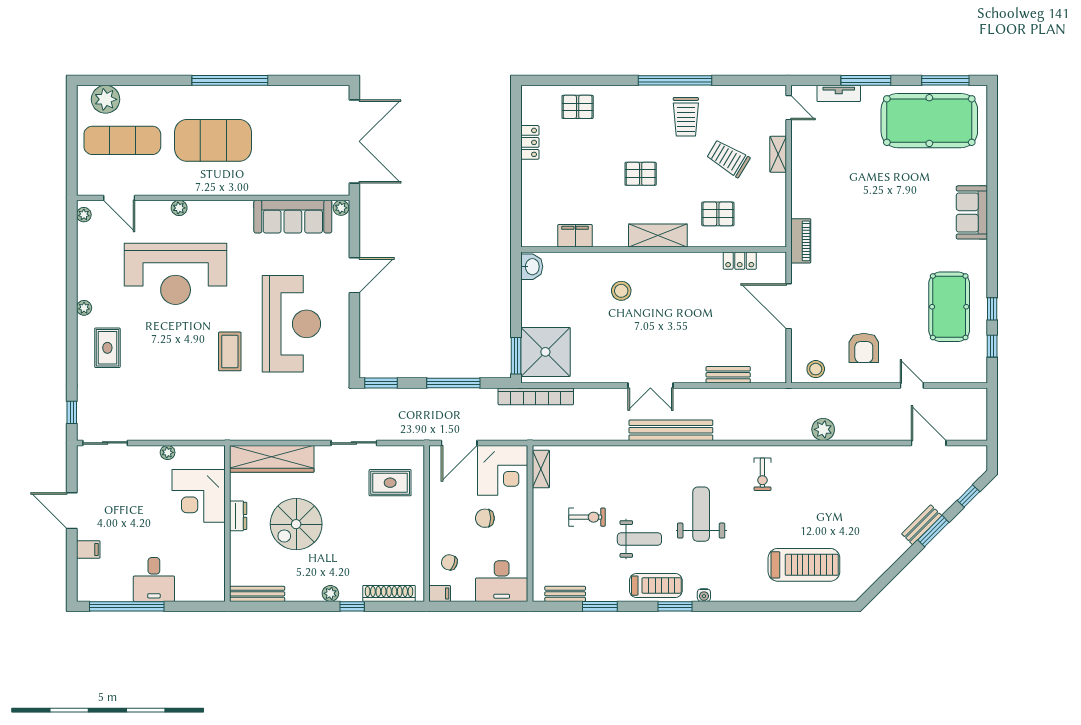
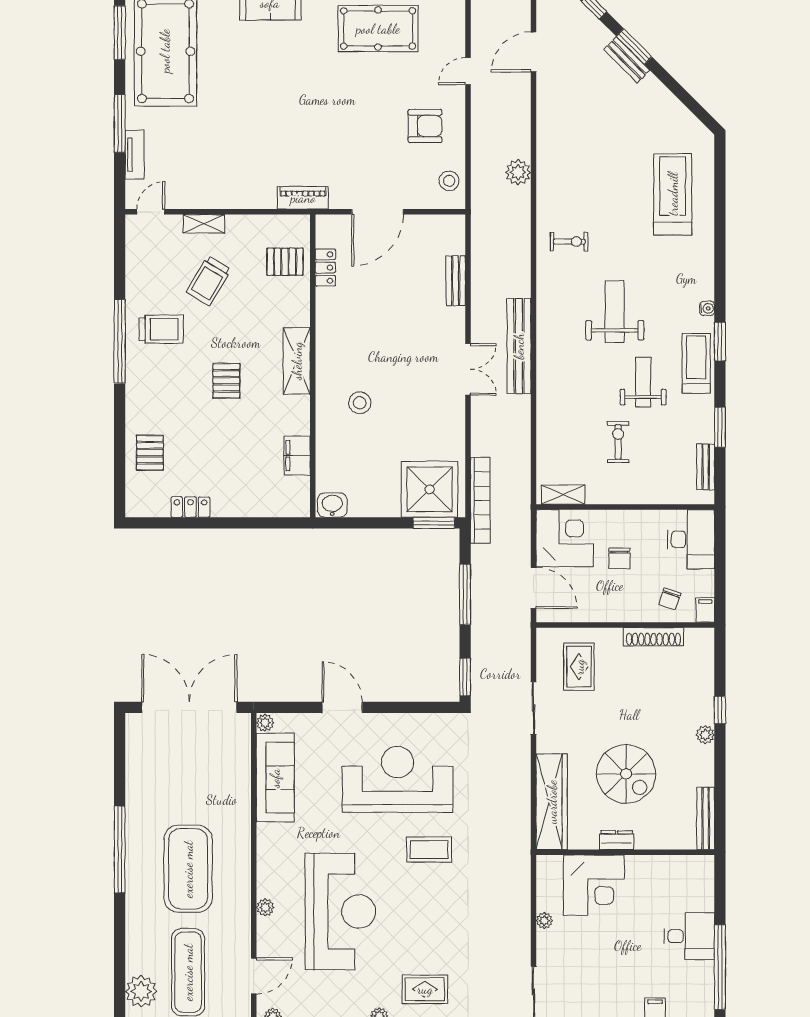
pallet: (718, 214) -> (285, 262), moved, turned 90
weight bench: (701, 514) -> (615, 312), turned 90
shoe rack: (389, 593) -> (653, 637), moved, turned -90

